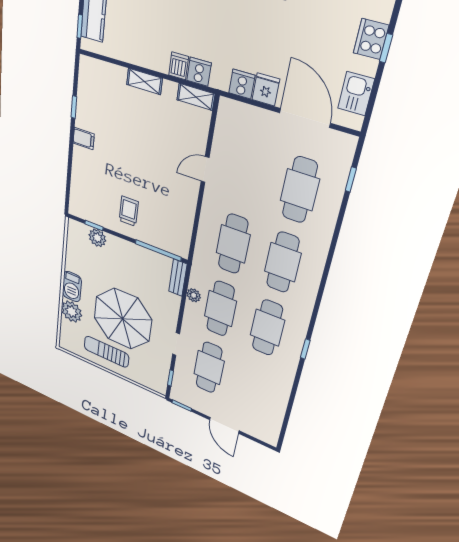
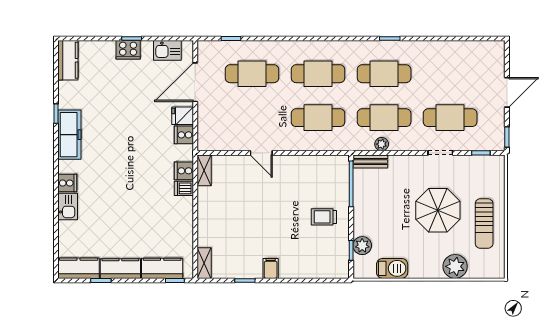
shelving: (144, 81) -> (204, 263), moved
barbecue: (72, 287) -> (392, 268), moved
parasol: (123, 319) -> (438, 210), width x0.73, depth x0.73

